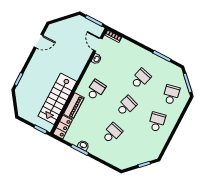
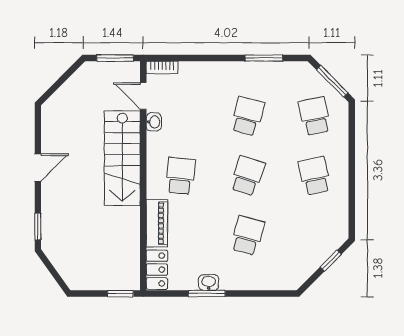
door: (38, 41) -> (38, 167), moved
stairs: (57, 99) -> (122, 158), moved

